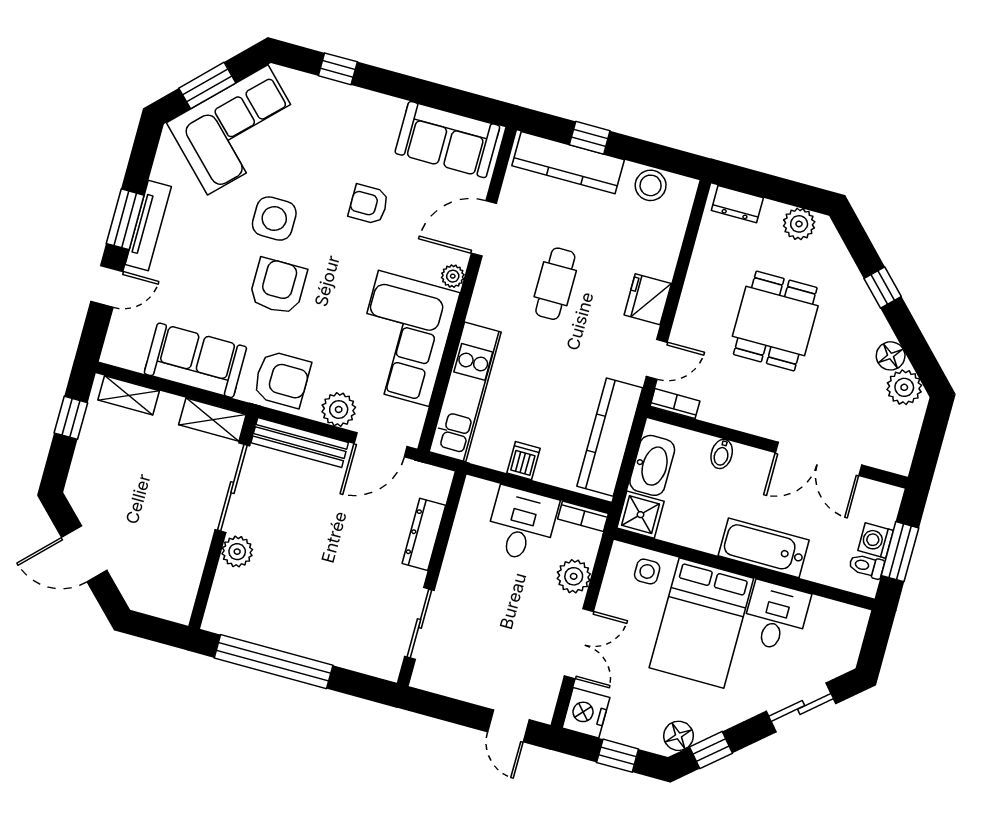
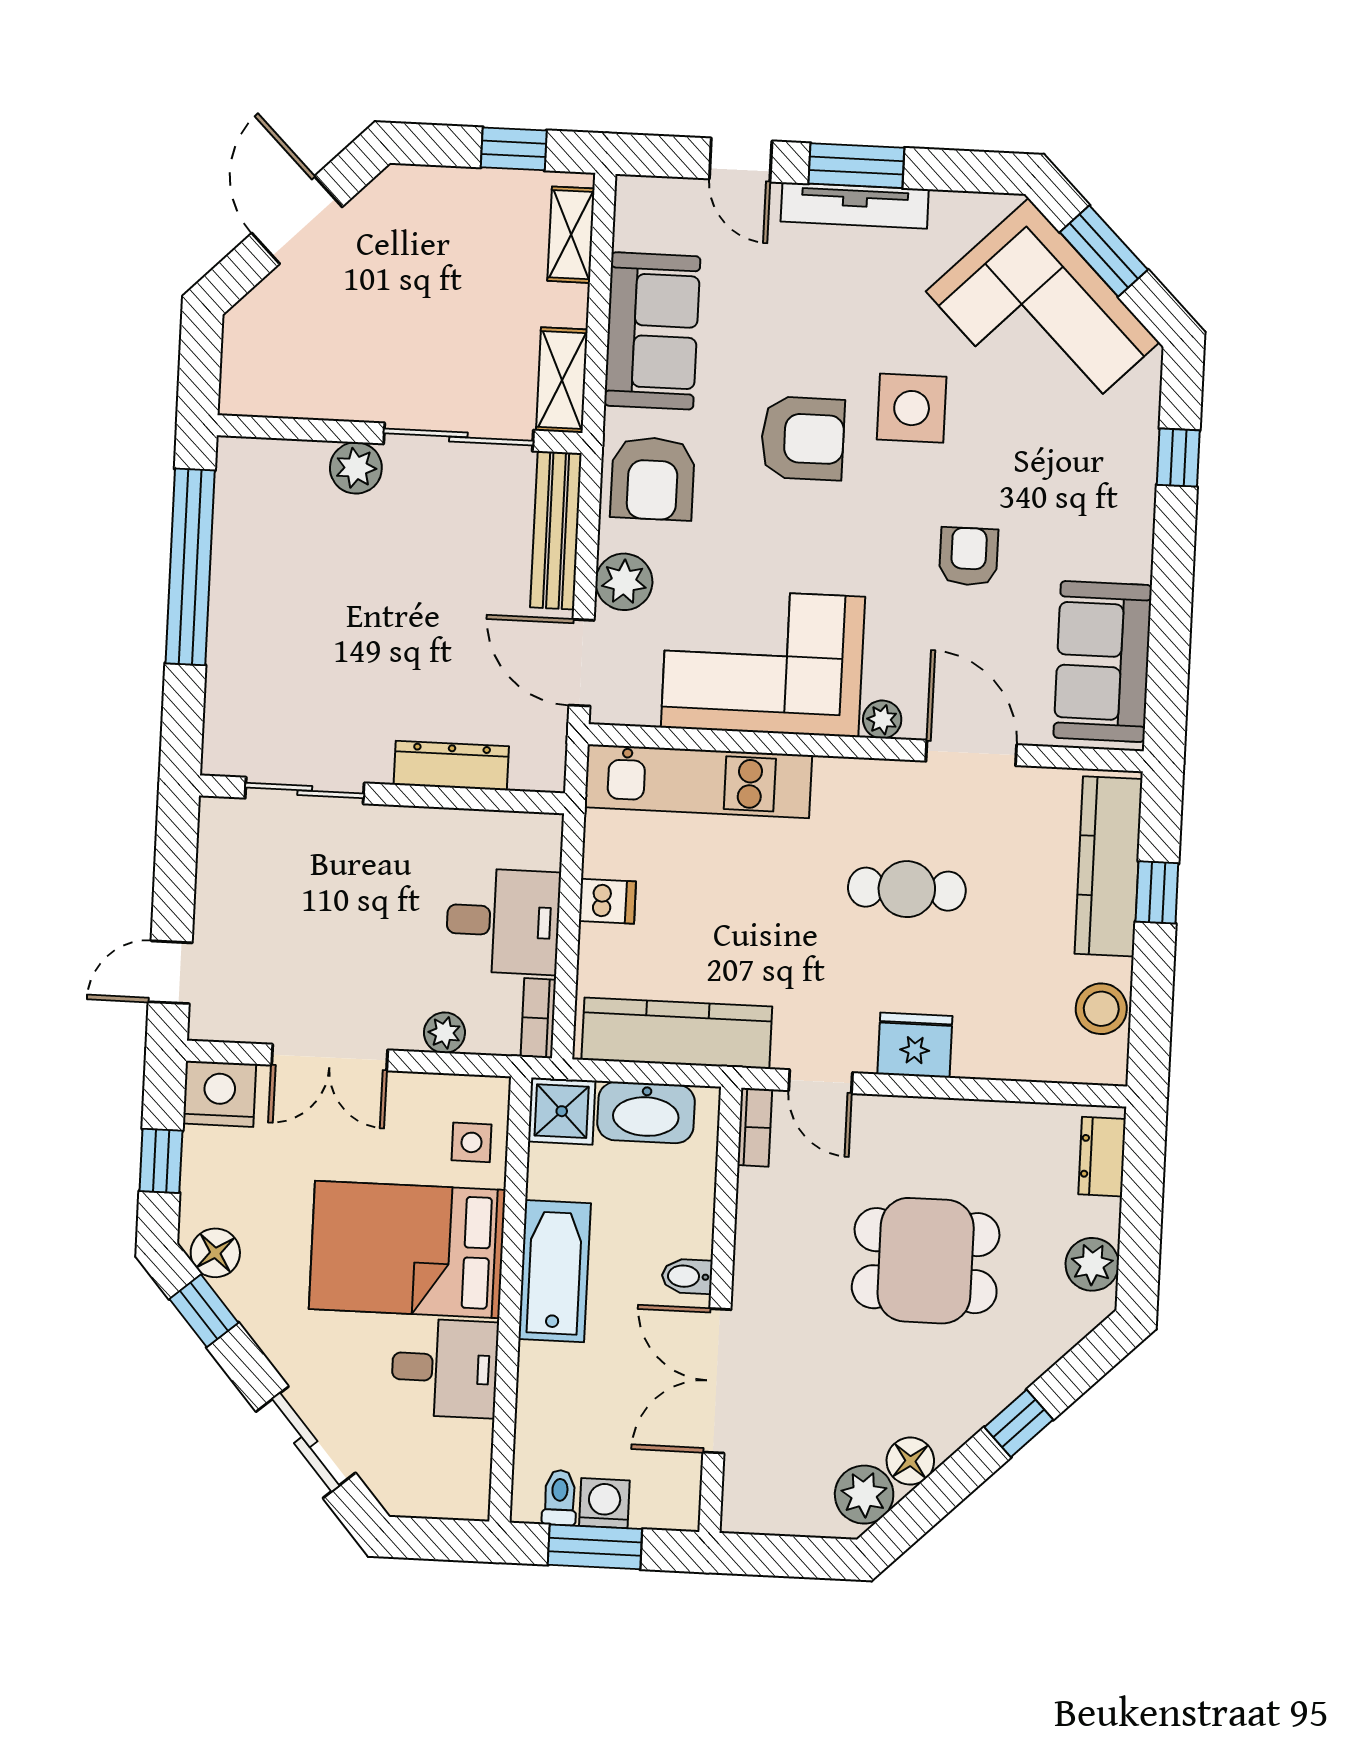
bidet: (722, 454) -> (687, 1276), moved
bathtub: (764, 548) -> (555, 1271), moved
plant: (574, 576) -> (444, 1033), width x0.73, depth x0.73

